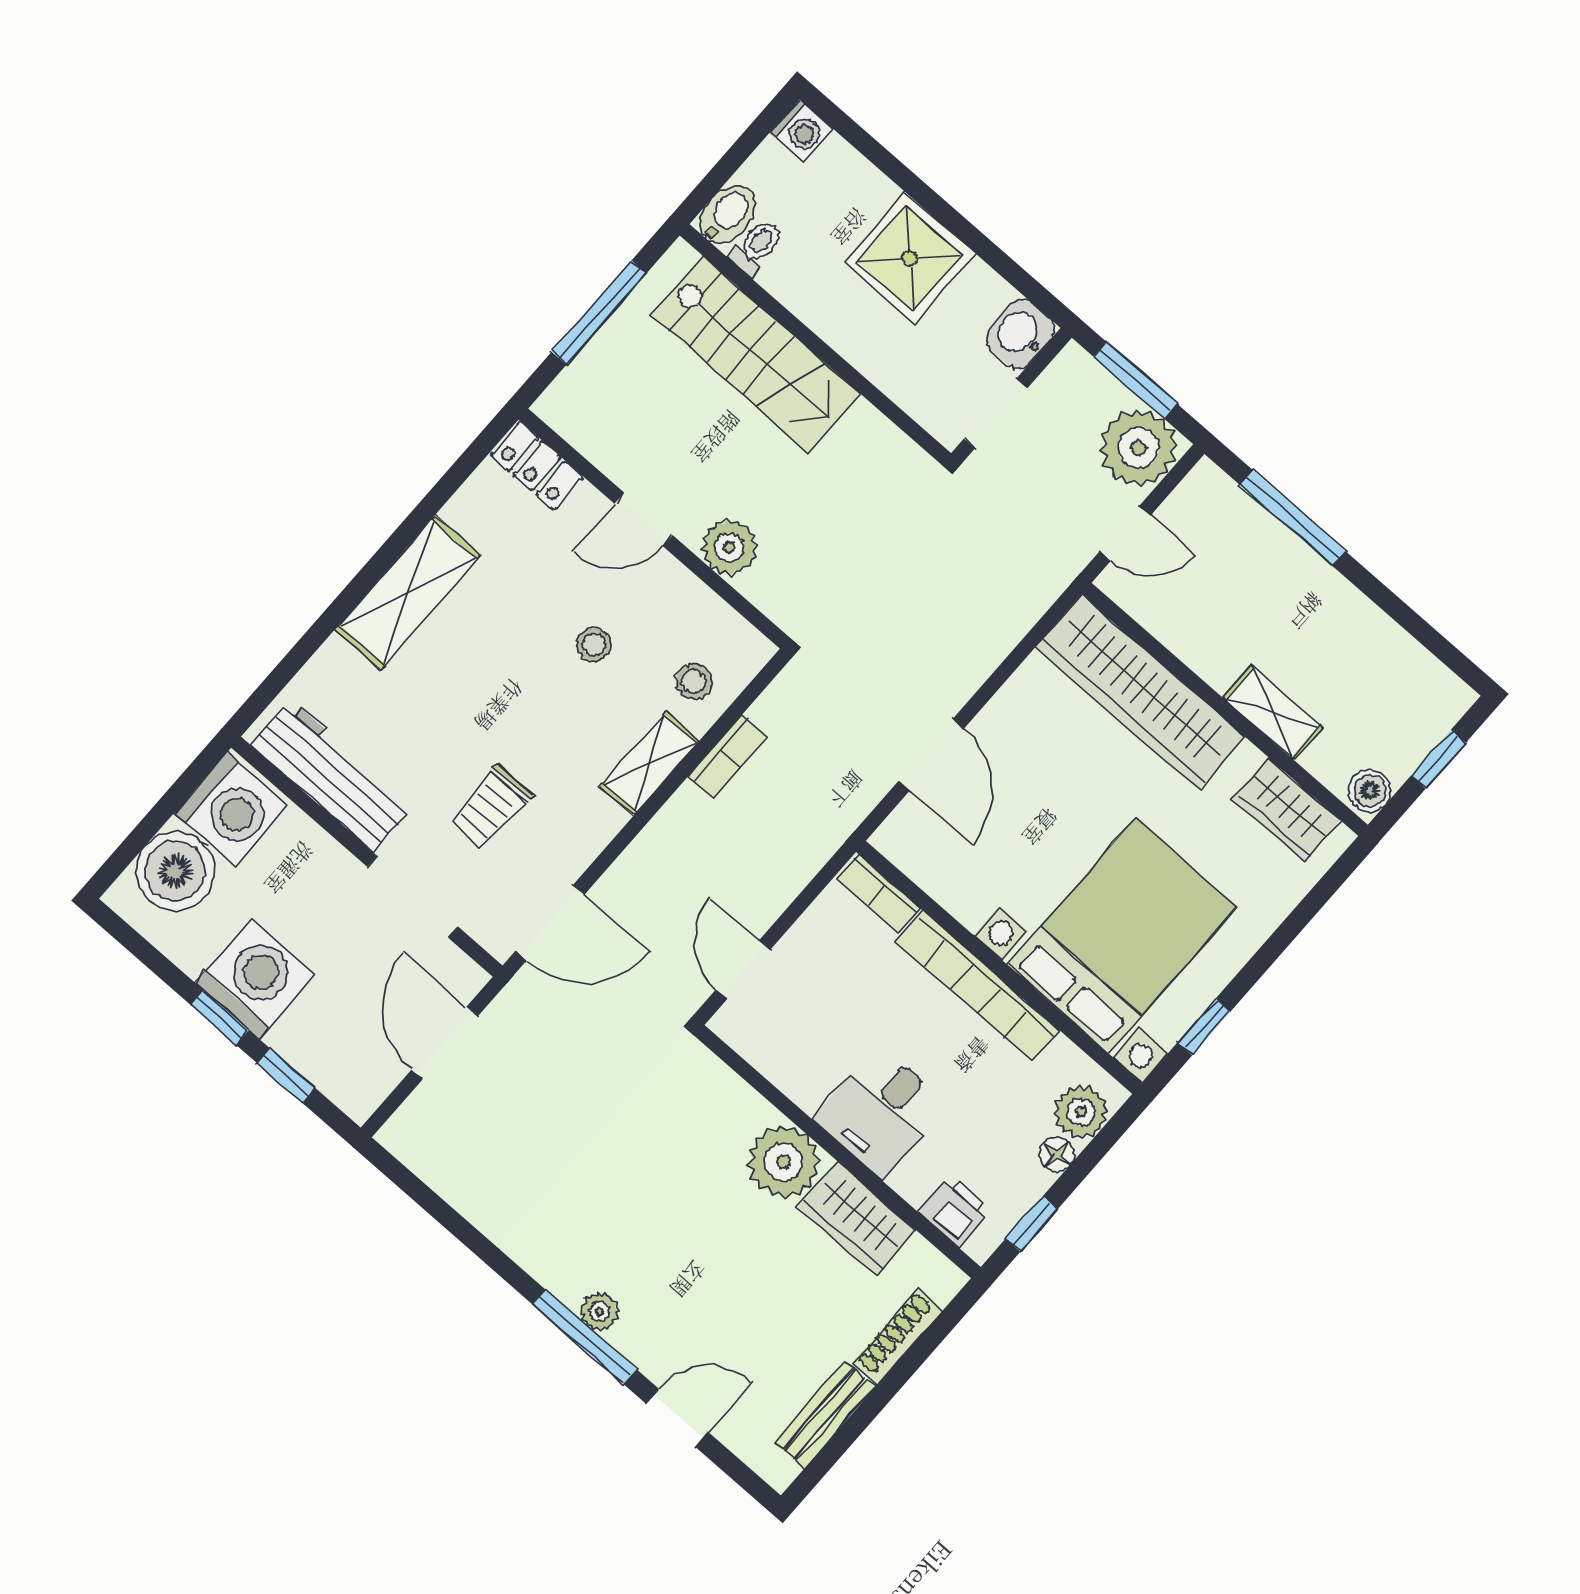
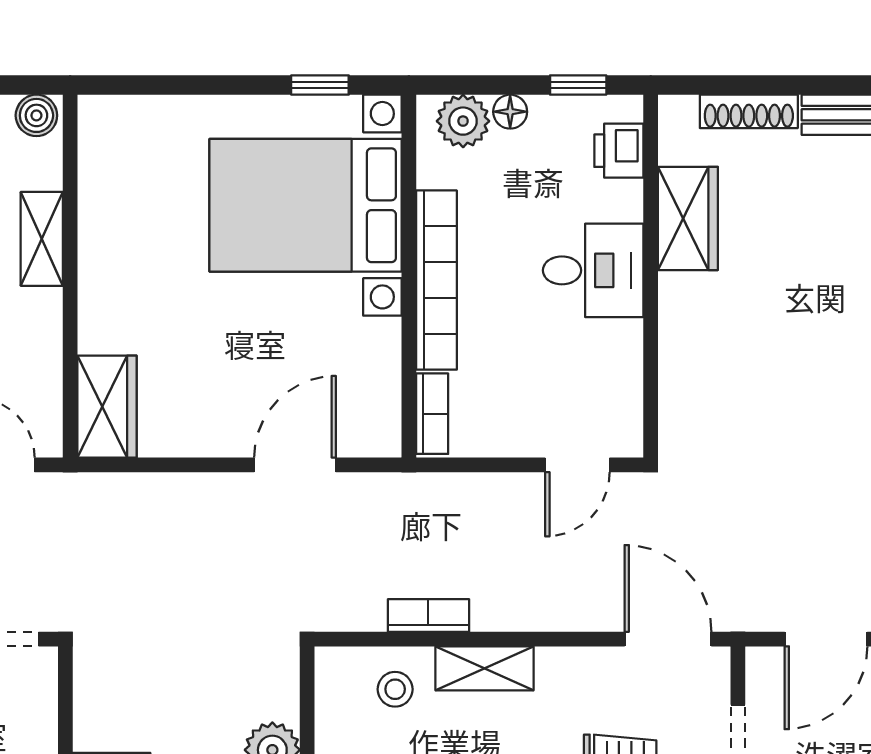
wardrobe: (1140, 692) -> (107, 407), width x0.48, depth x0.85
wardrobe: (1286, 810) -> (105, 166), removed
plant: (783, 1162) -> (694, 310), removed

